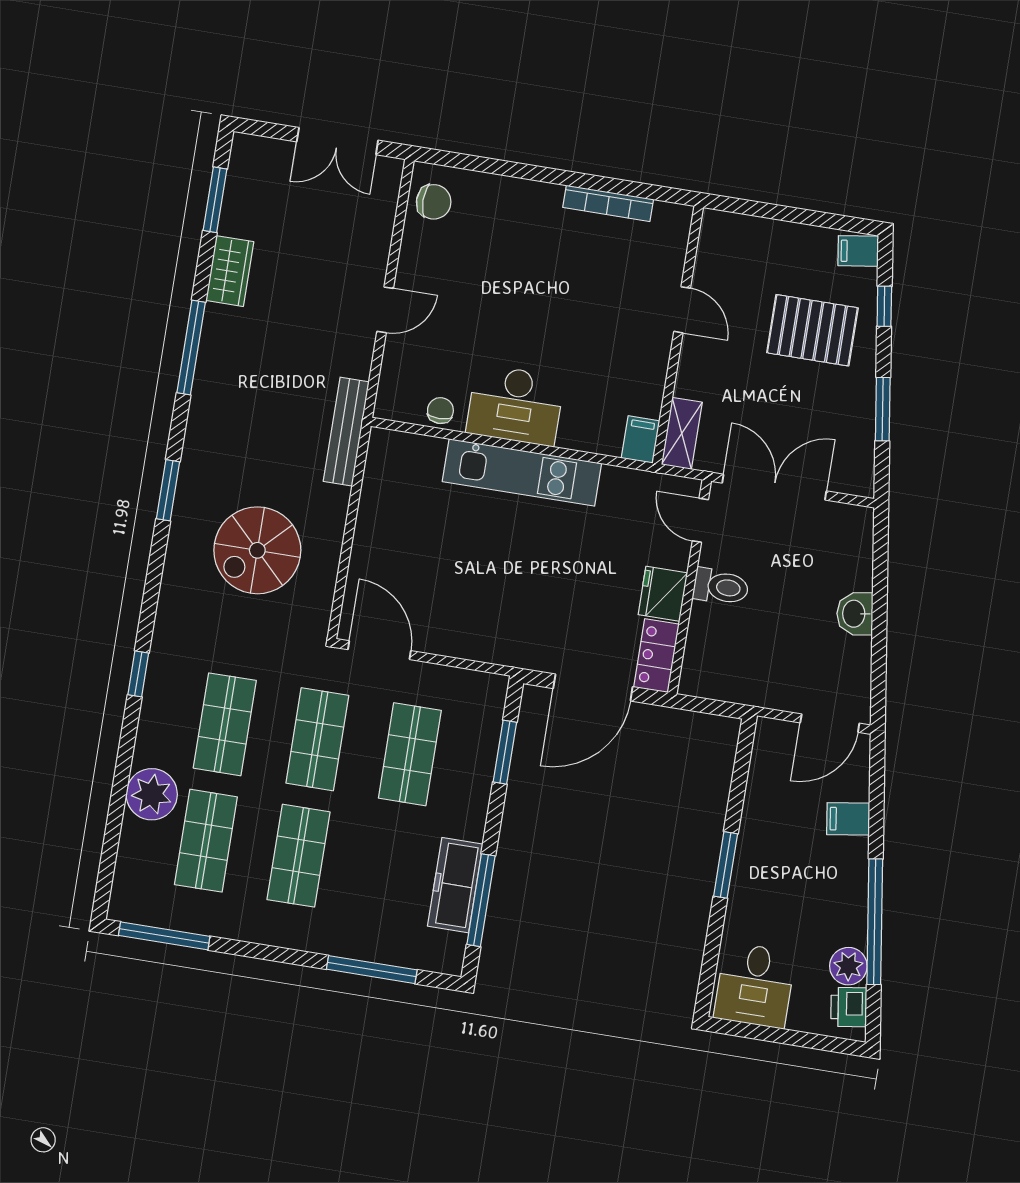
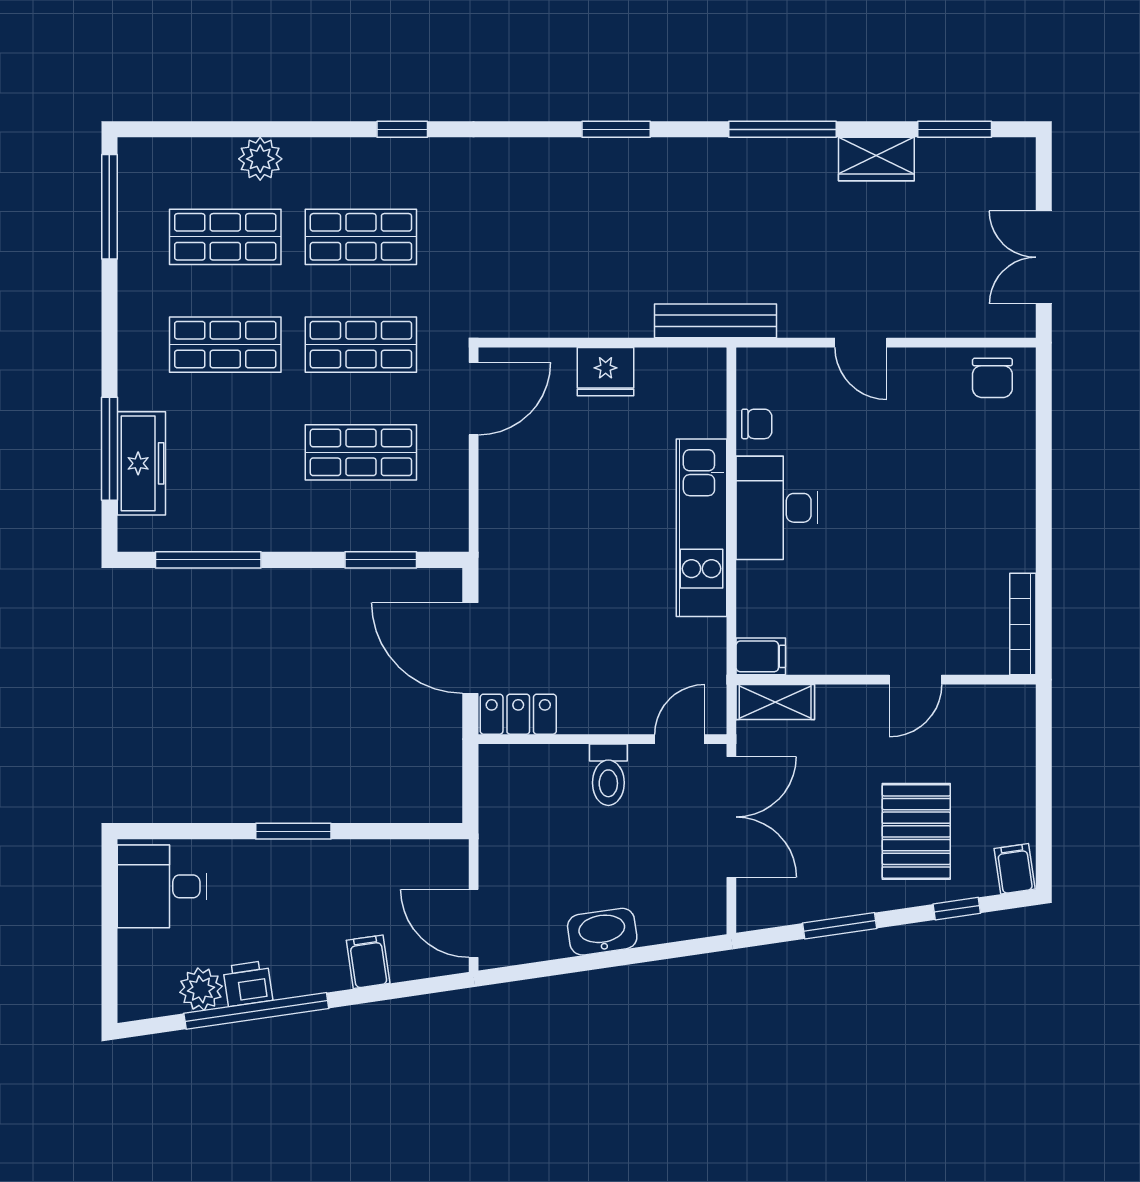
bookcase: (608, 203) -> (1023, 624), moved
spiral stairs: (257, 550) -> (564, 242), removed
fridge: (663, 594) -> (606, 372), moved, turned 180
washbasin: (855, 614) -> (602, 932), width x1.38
plant: (152, 794) -> (260, 159), width x0.73, depth x0.73
freezer: (455, 885) -> (141, 463), moved, turned 90
printer: (849, 1007) -> (248, 984), moved

